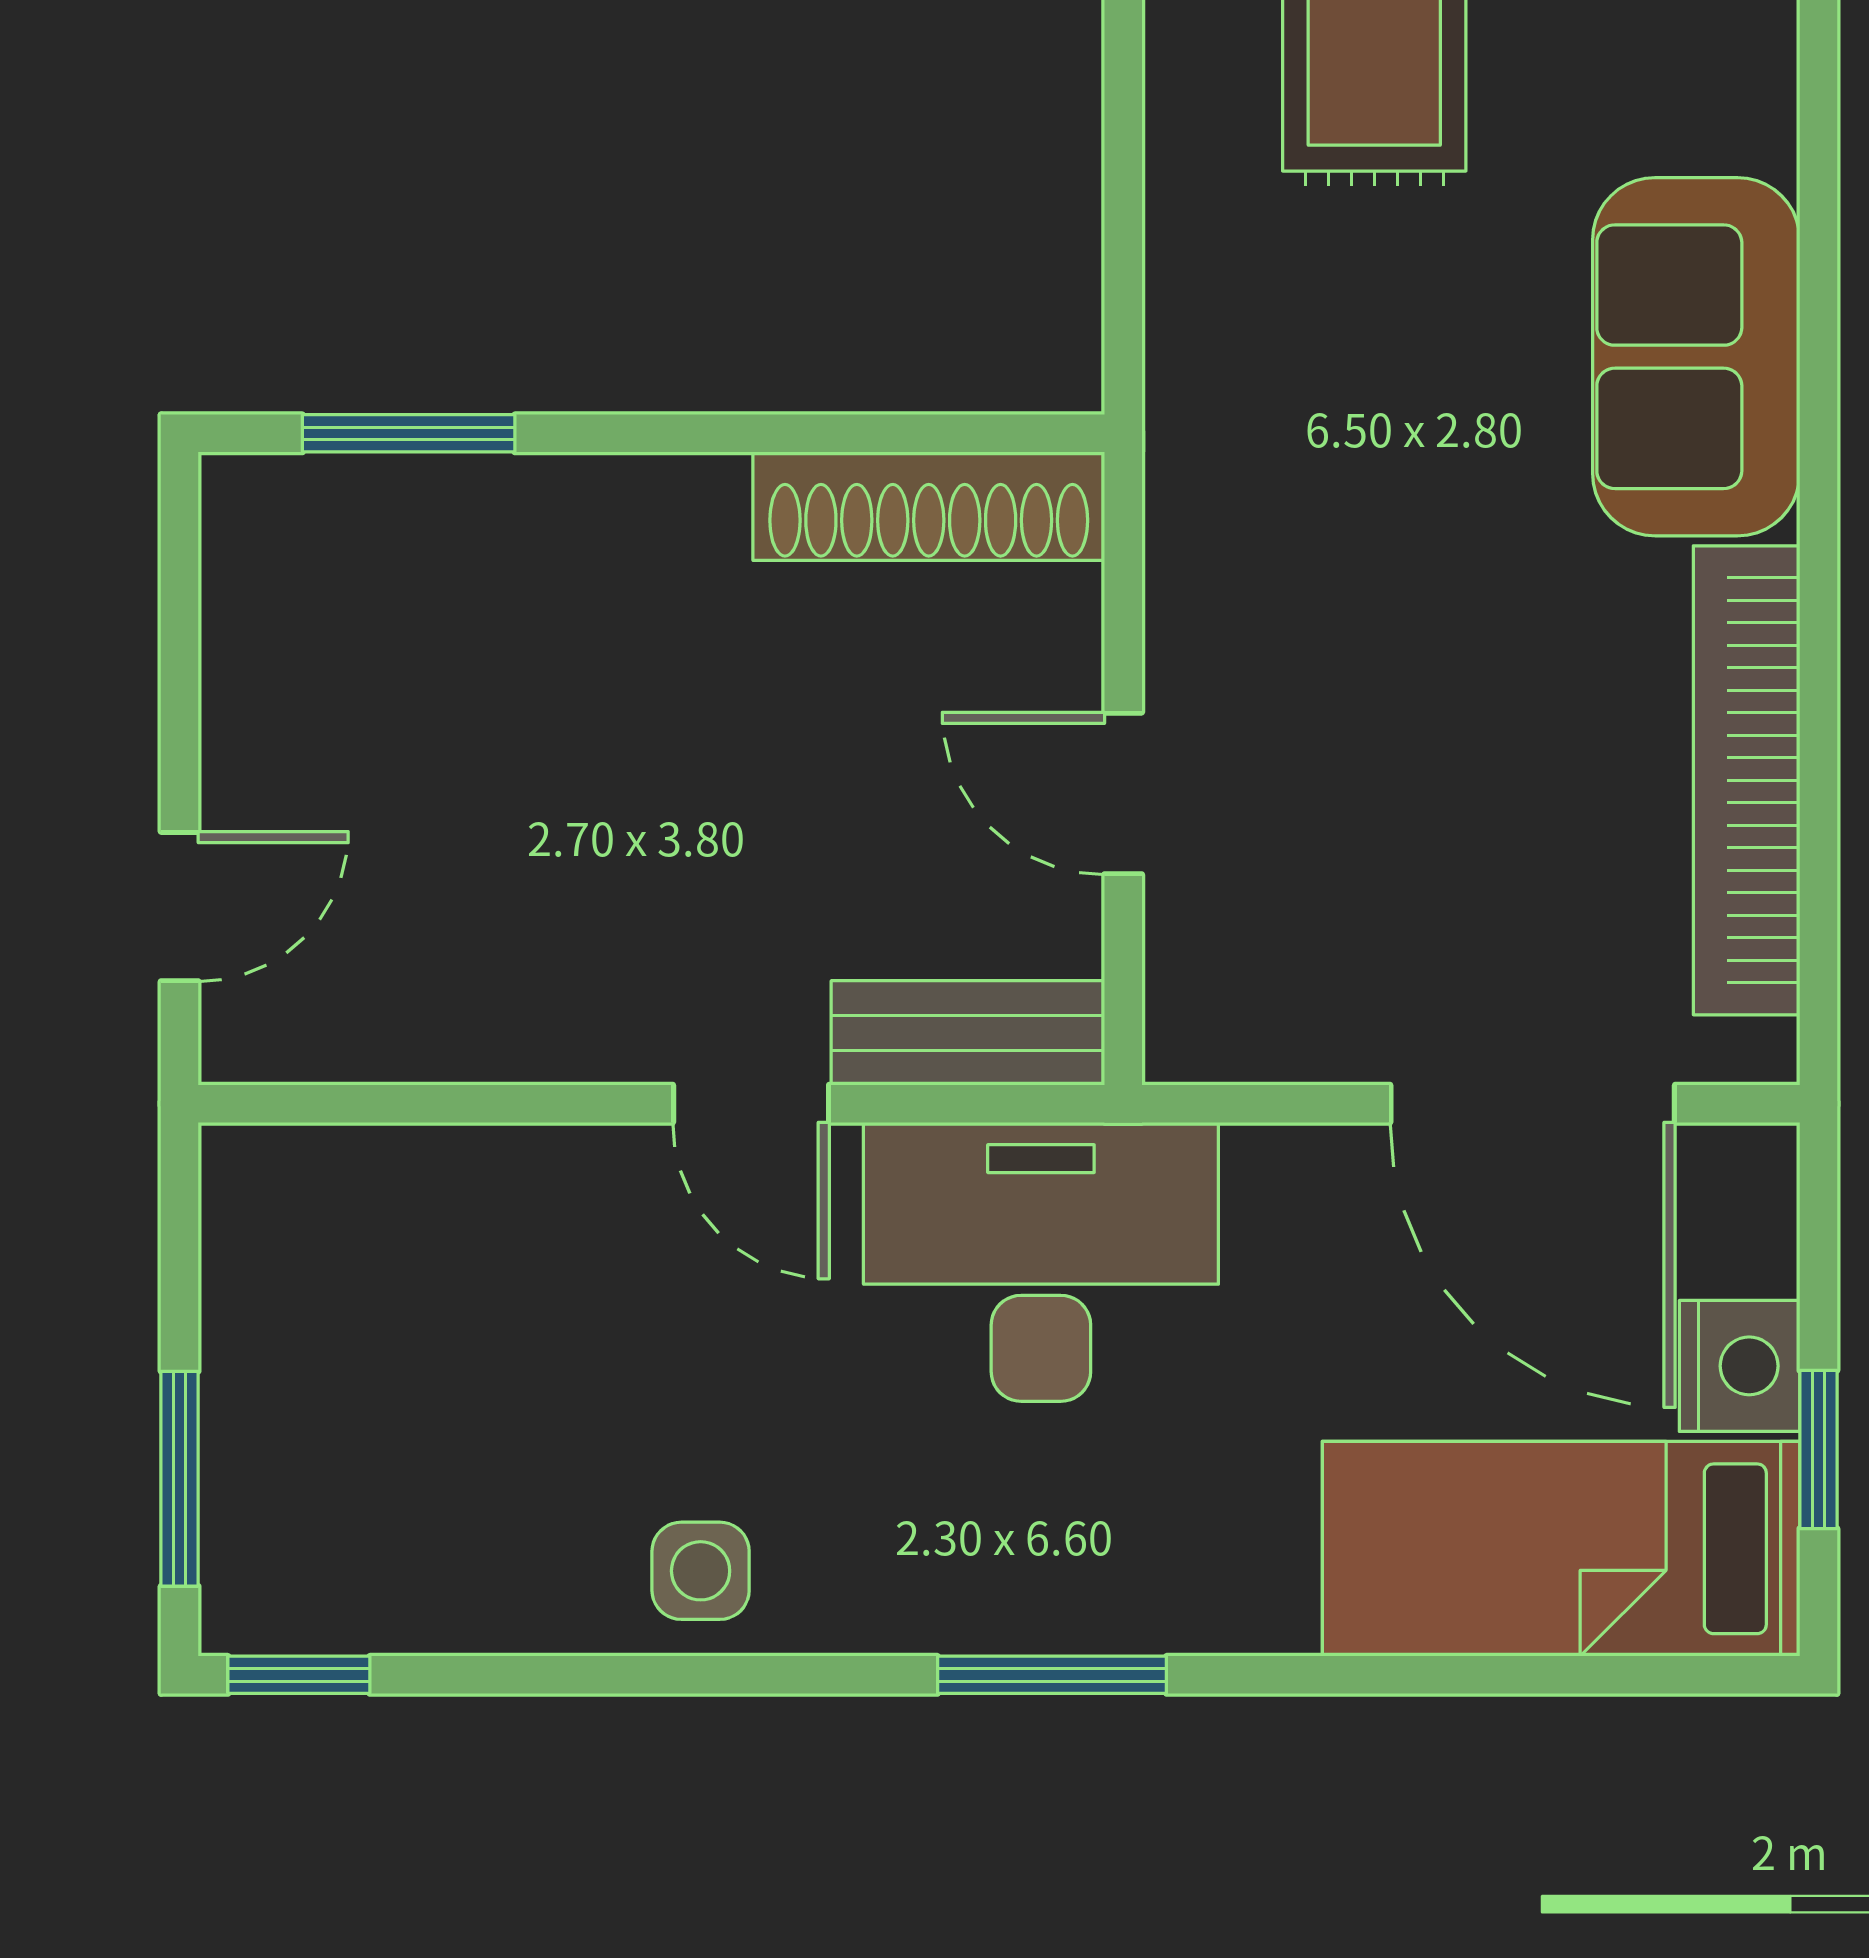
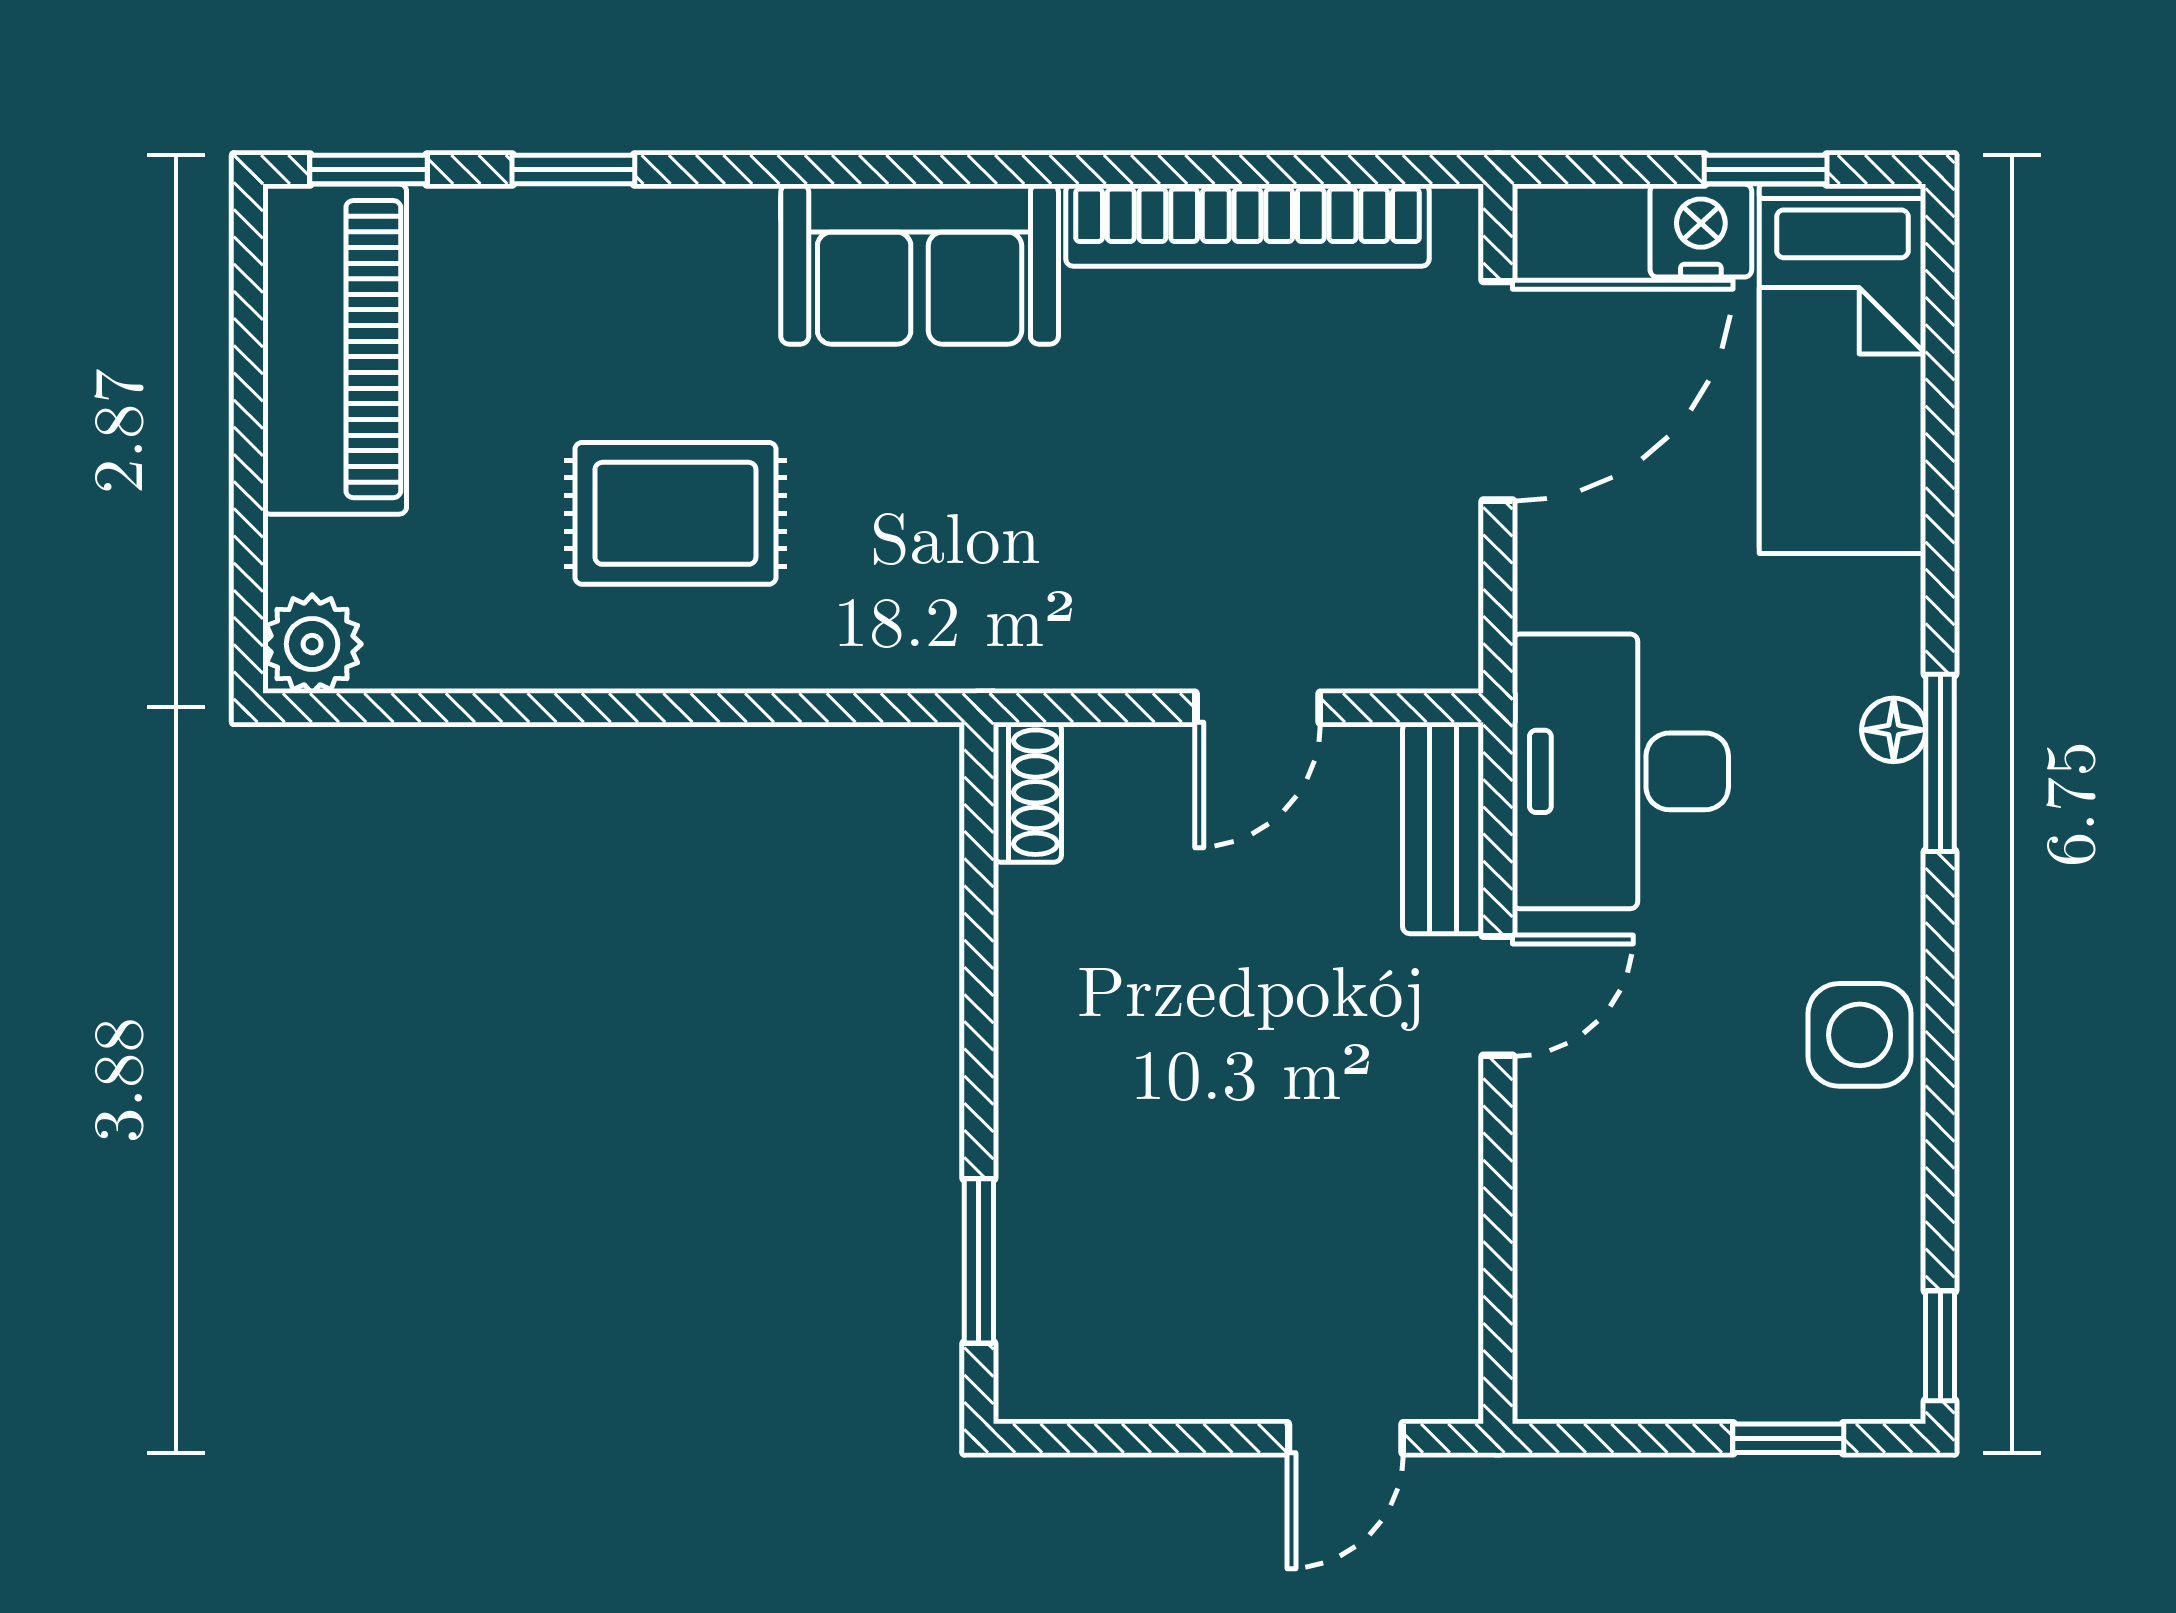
shoe rack: (929, 506) -> (1027, 792), width x0.51, depth x0.81
door: (180, 907) -> (1345, 1438), swing flipped
window: (180, 1479) -> (1788, 1438), width x0.67
side table: (701, 1571) -> (1860, 1035), width x1.37, depth x1.37
floor lamp: (1095, 1615) -> (1894, 730), added

